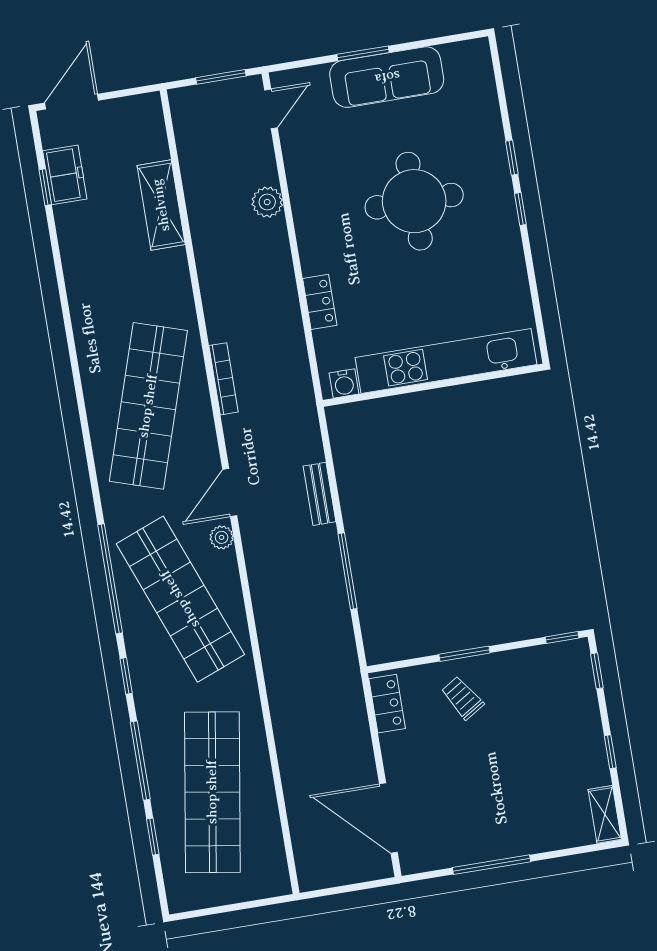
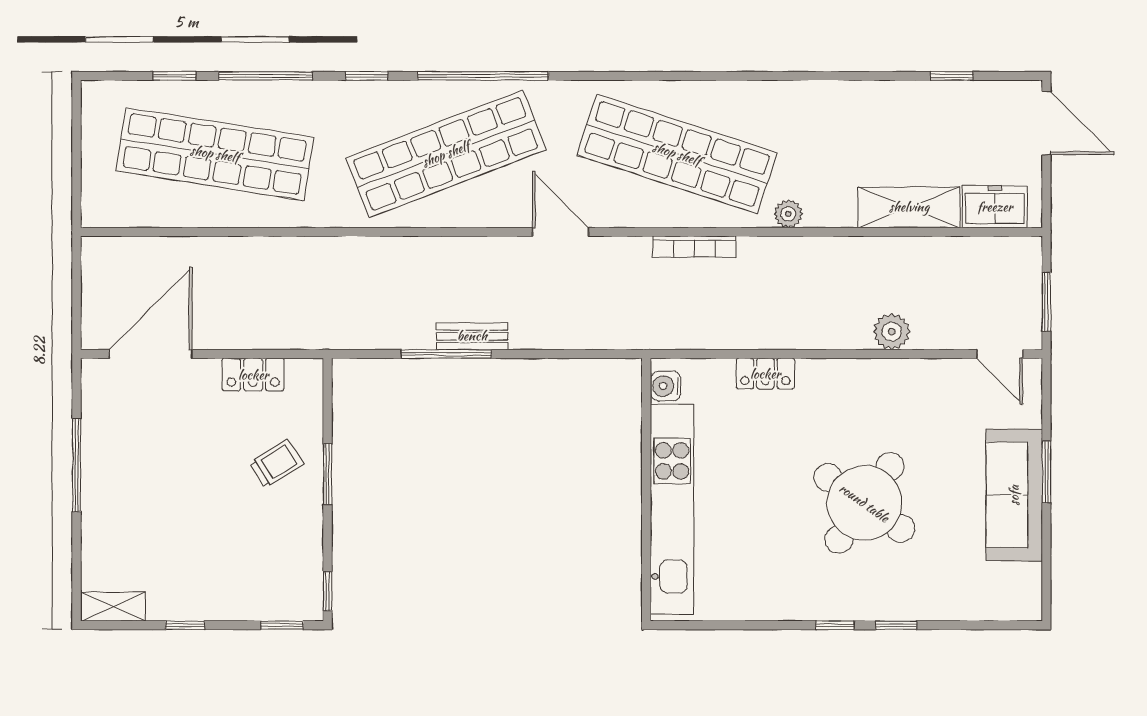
freezer: (65, 175) -> (995, 207), moved, turned 180
round table: (414, 201) -> (864, 503), turned 35
bench: (320, 494) -> (472, 336), moved
plant: (222, 537) -> (788, 214), moved
locker: (387, 704) -> (253, 375), moved

